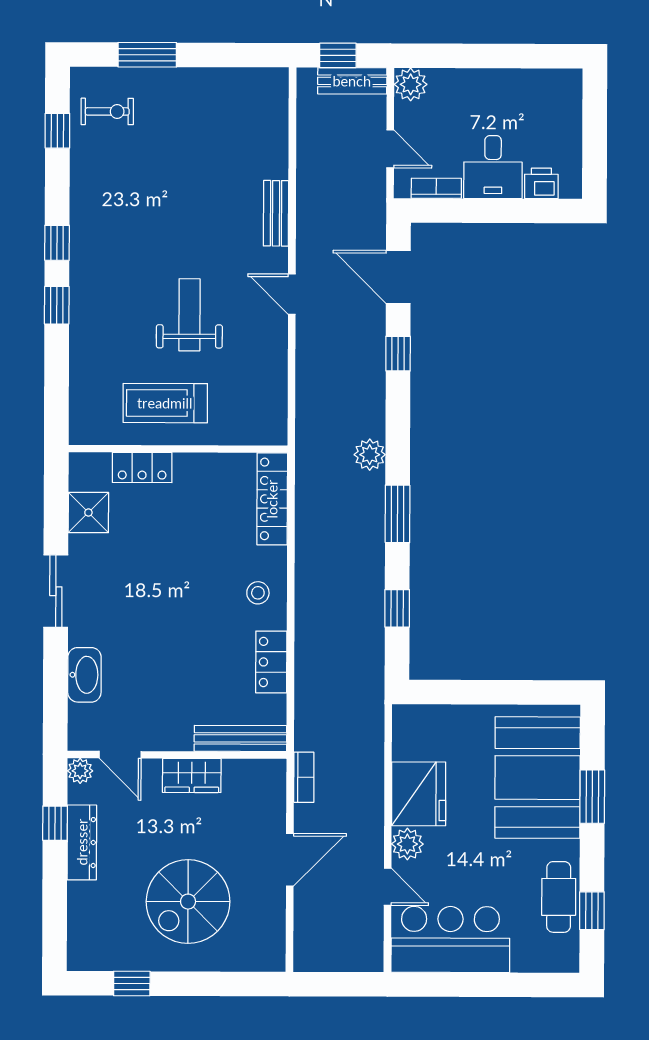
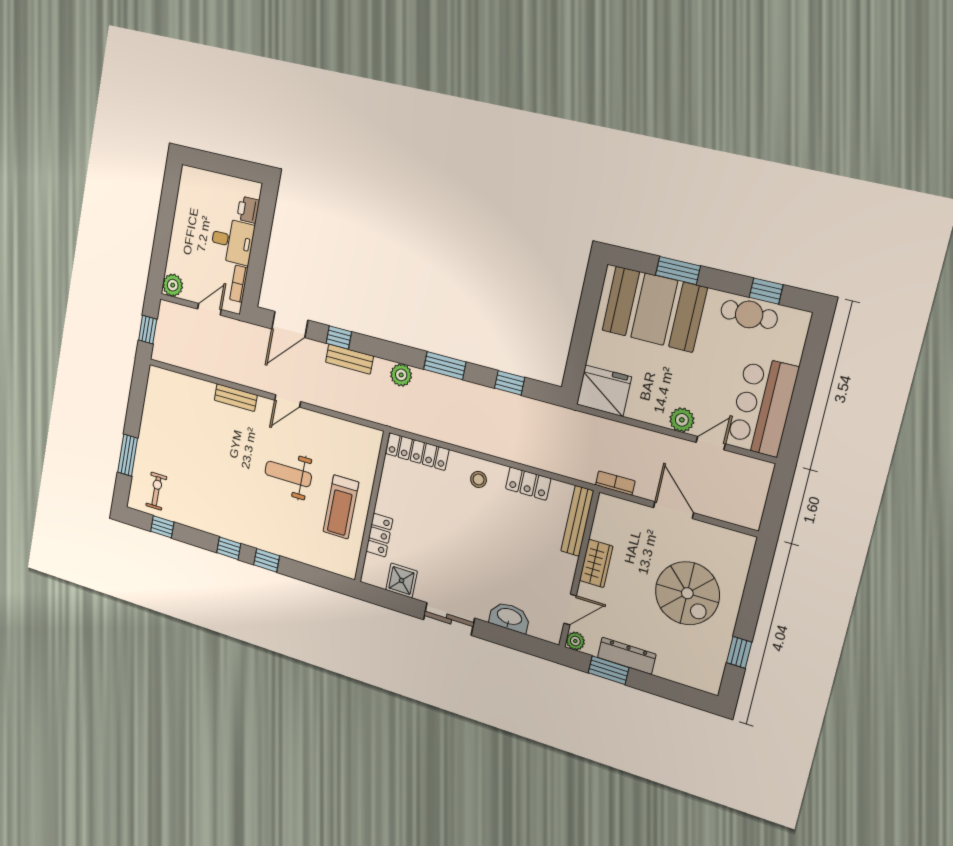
bench: (352, 81) -> (349, 359), moved, turned 90
fridge: (419, 794) -> (604, 391), moved
window: (55, 823) -> (609, 670), width x1.50

